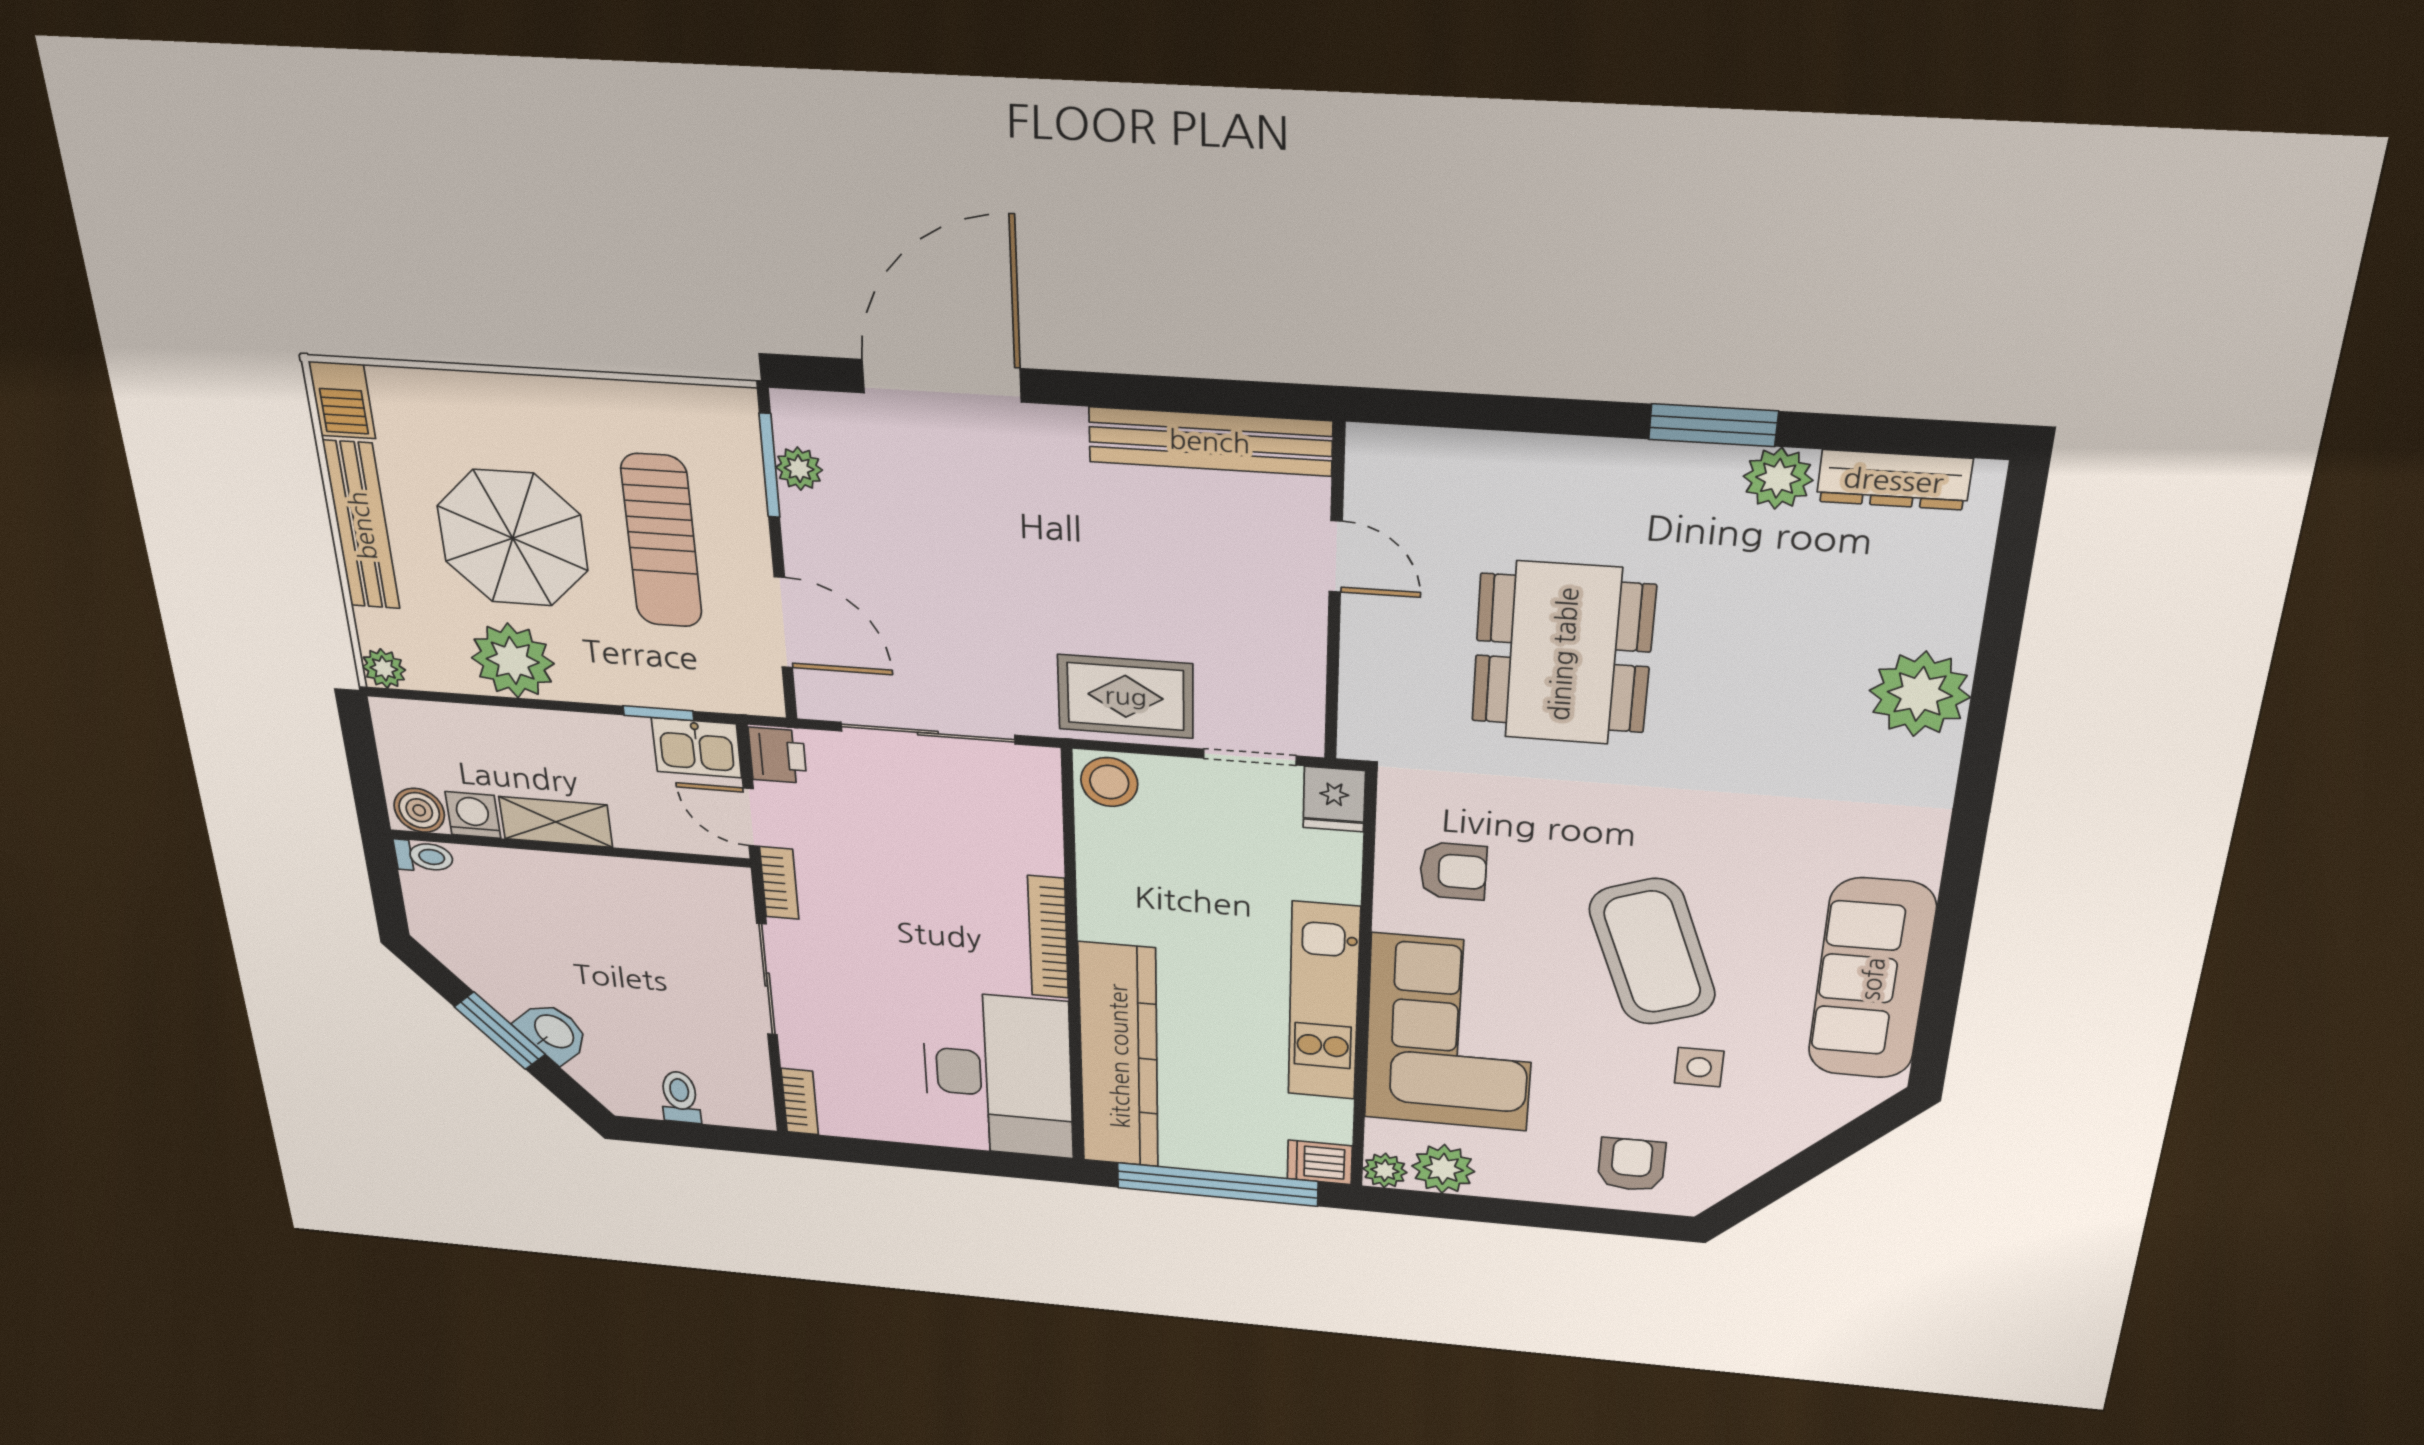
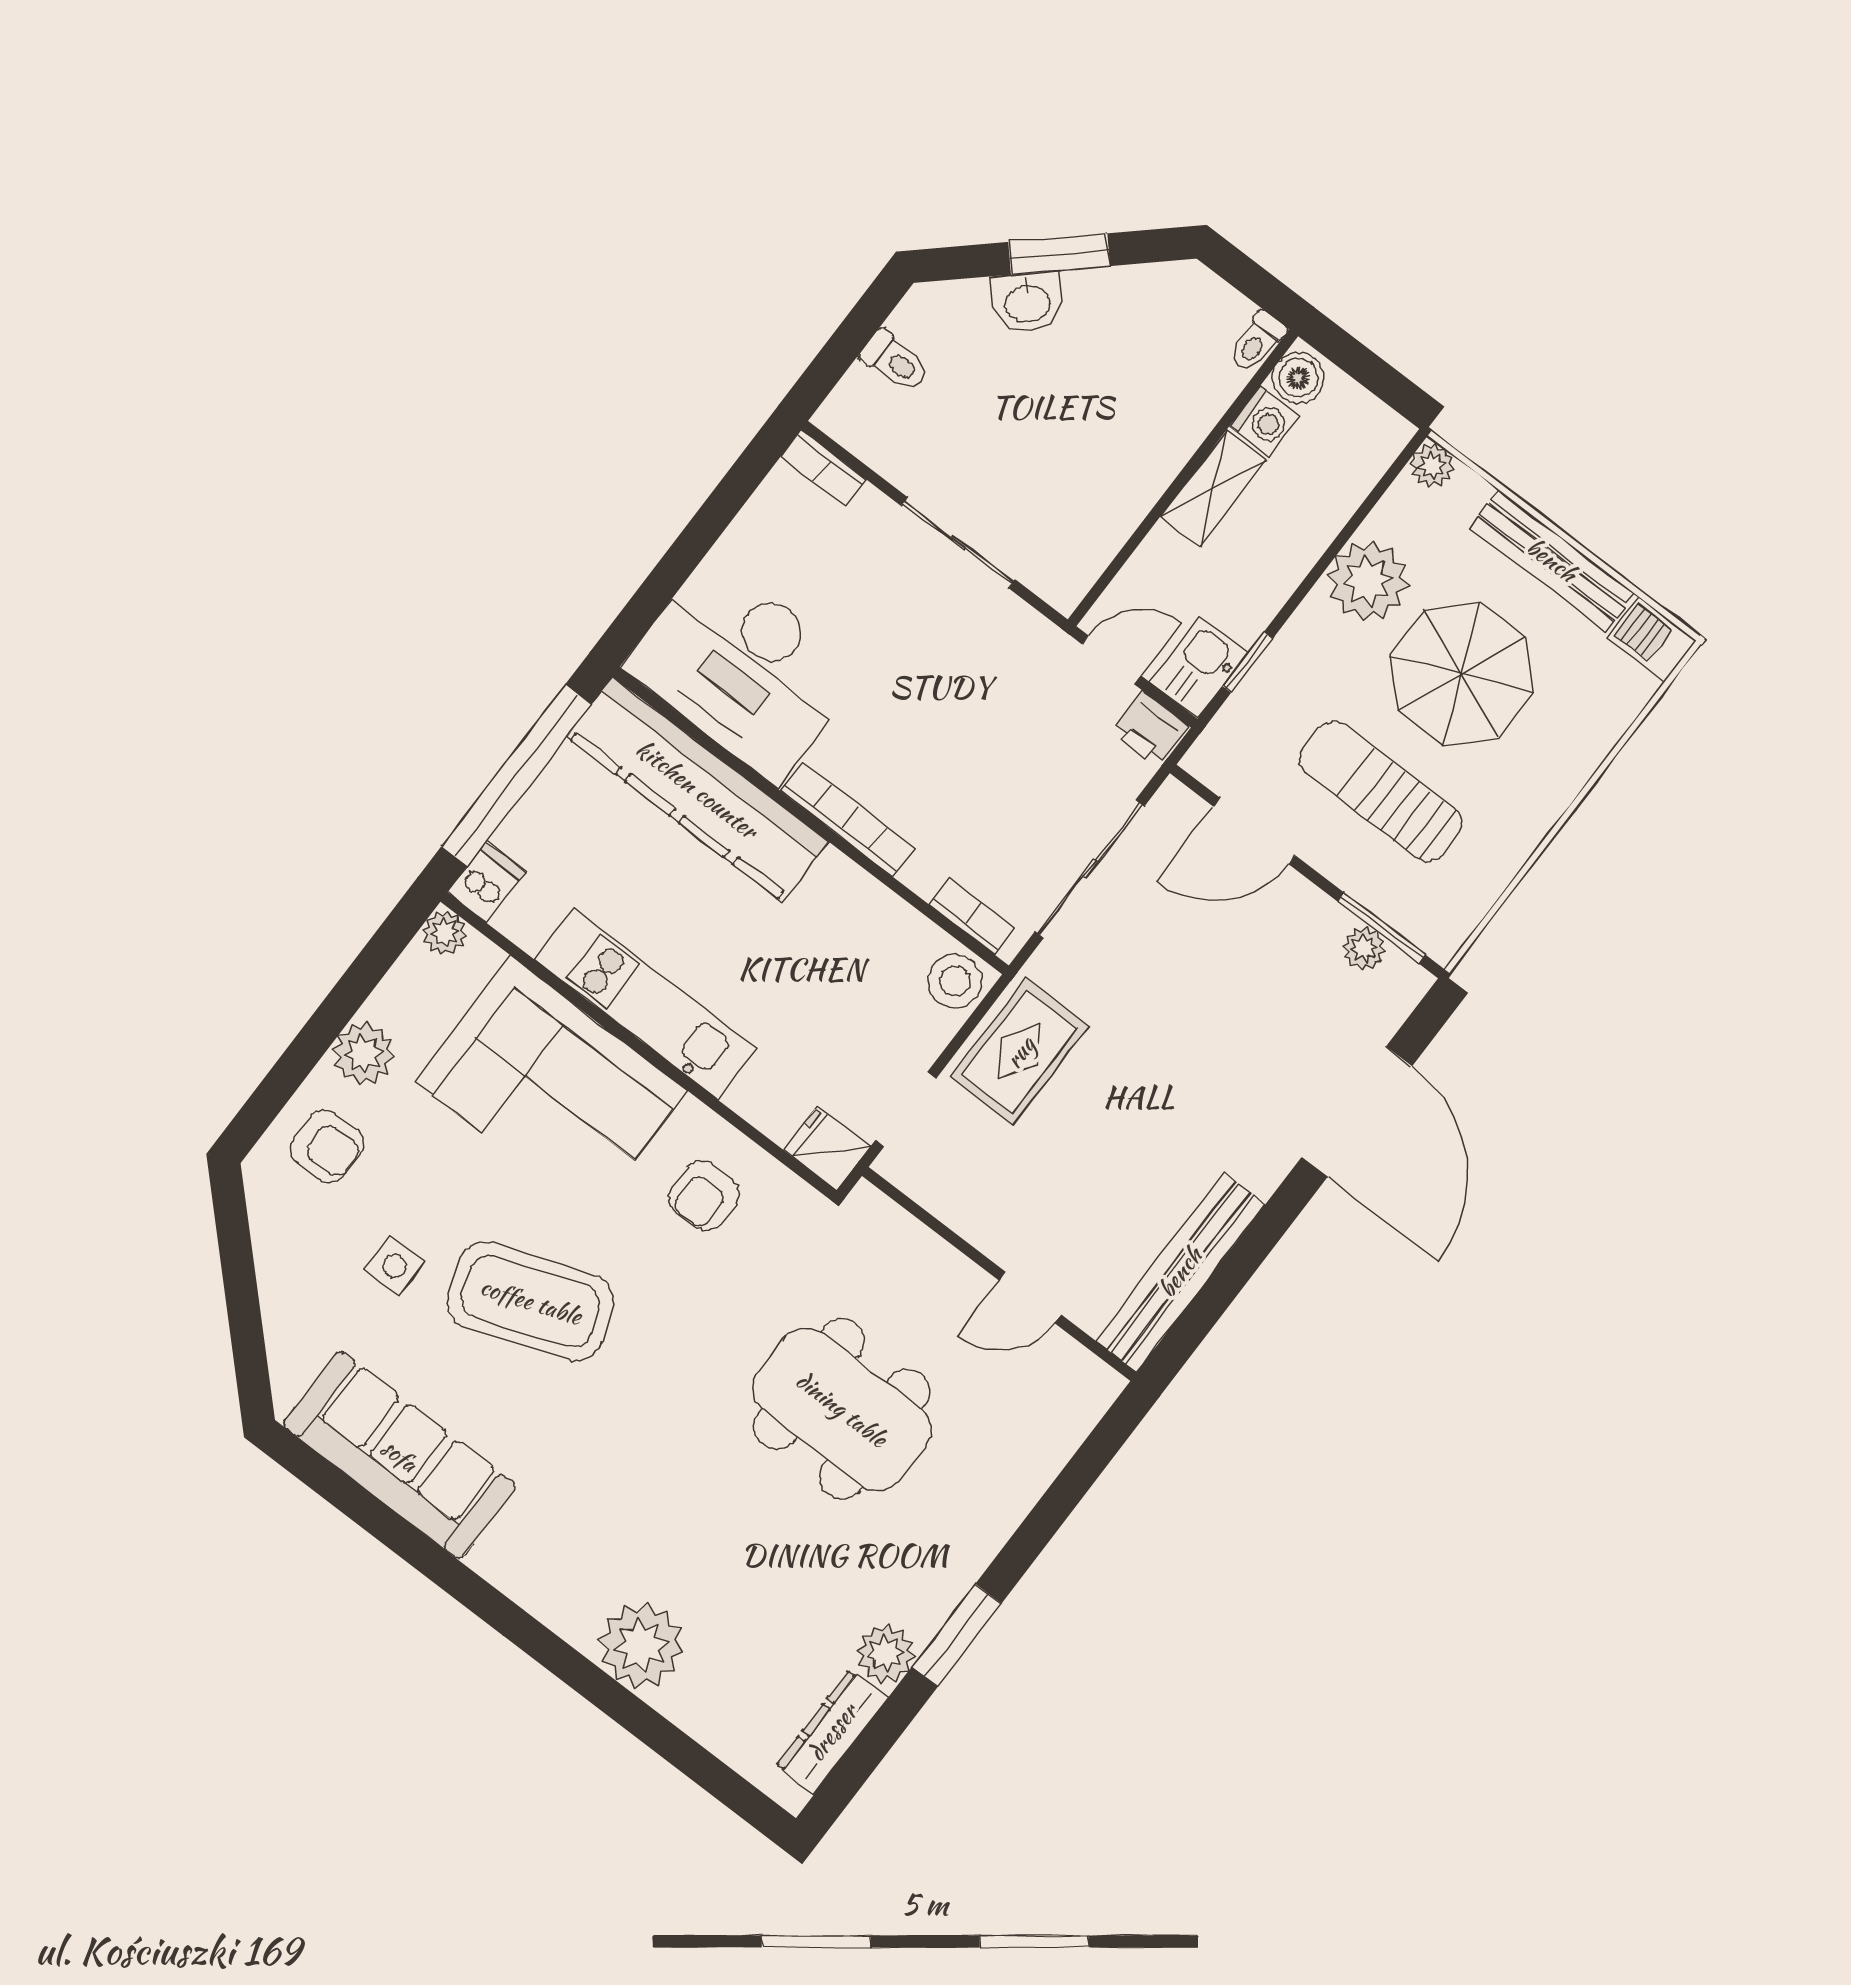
bookcase: (779, 883) -> (972, 916), moved, turned 180
plant: (1443, 1169) -> (363, 1054), moved

